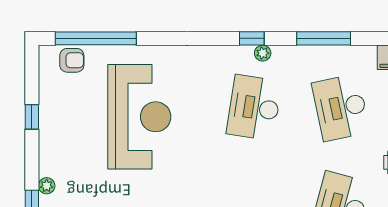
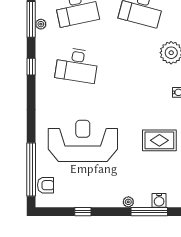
plant: (263, 53) -> (41, 24), moved
armchair: (72, 60) -> (46, 185), turned 90

